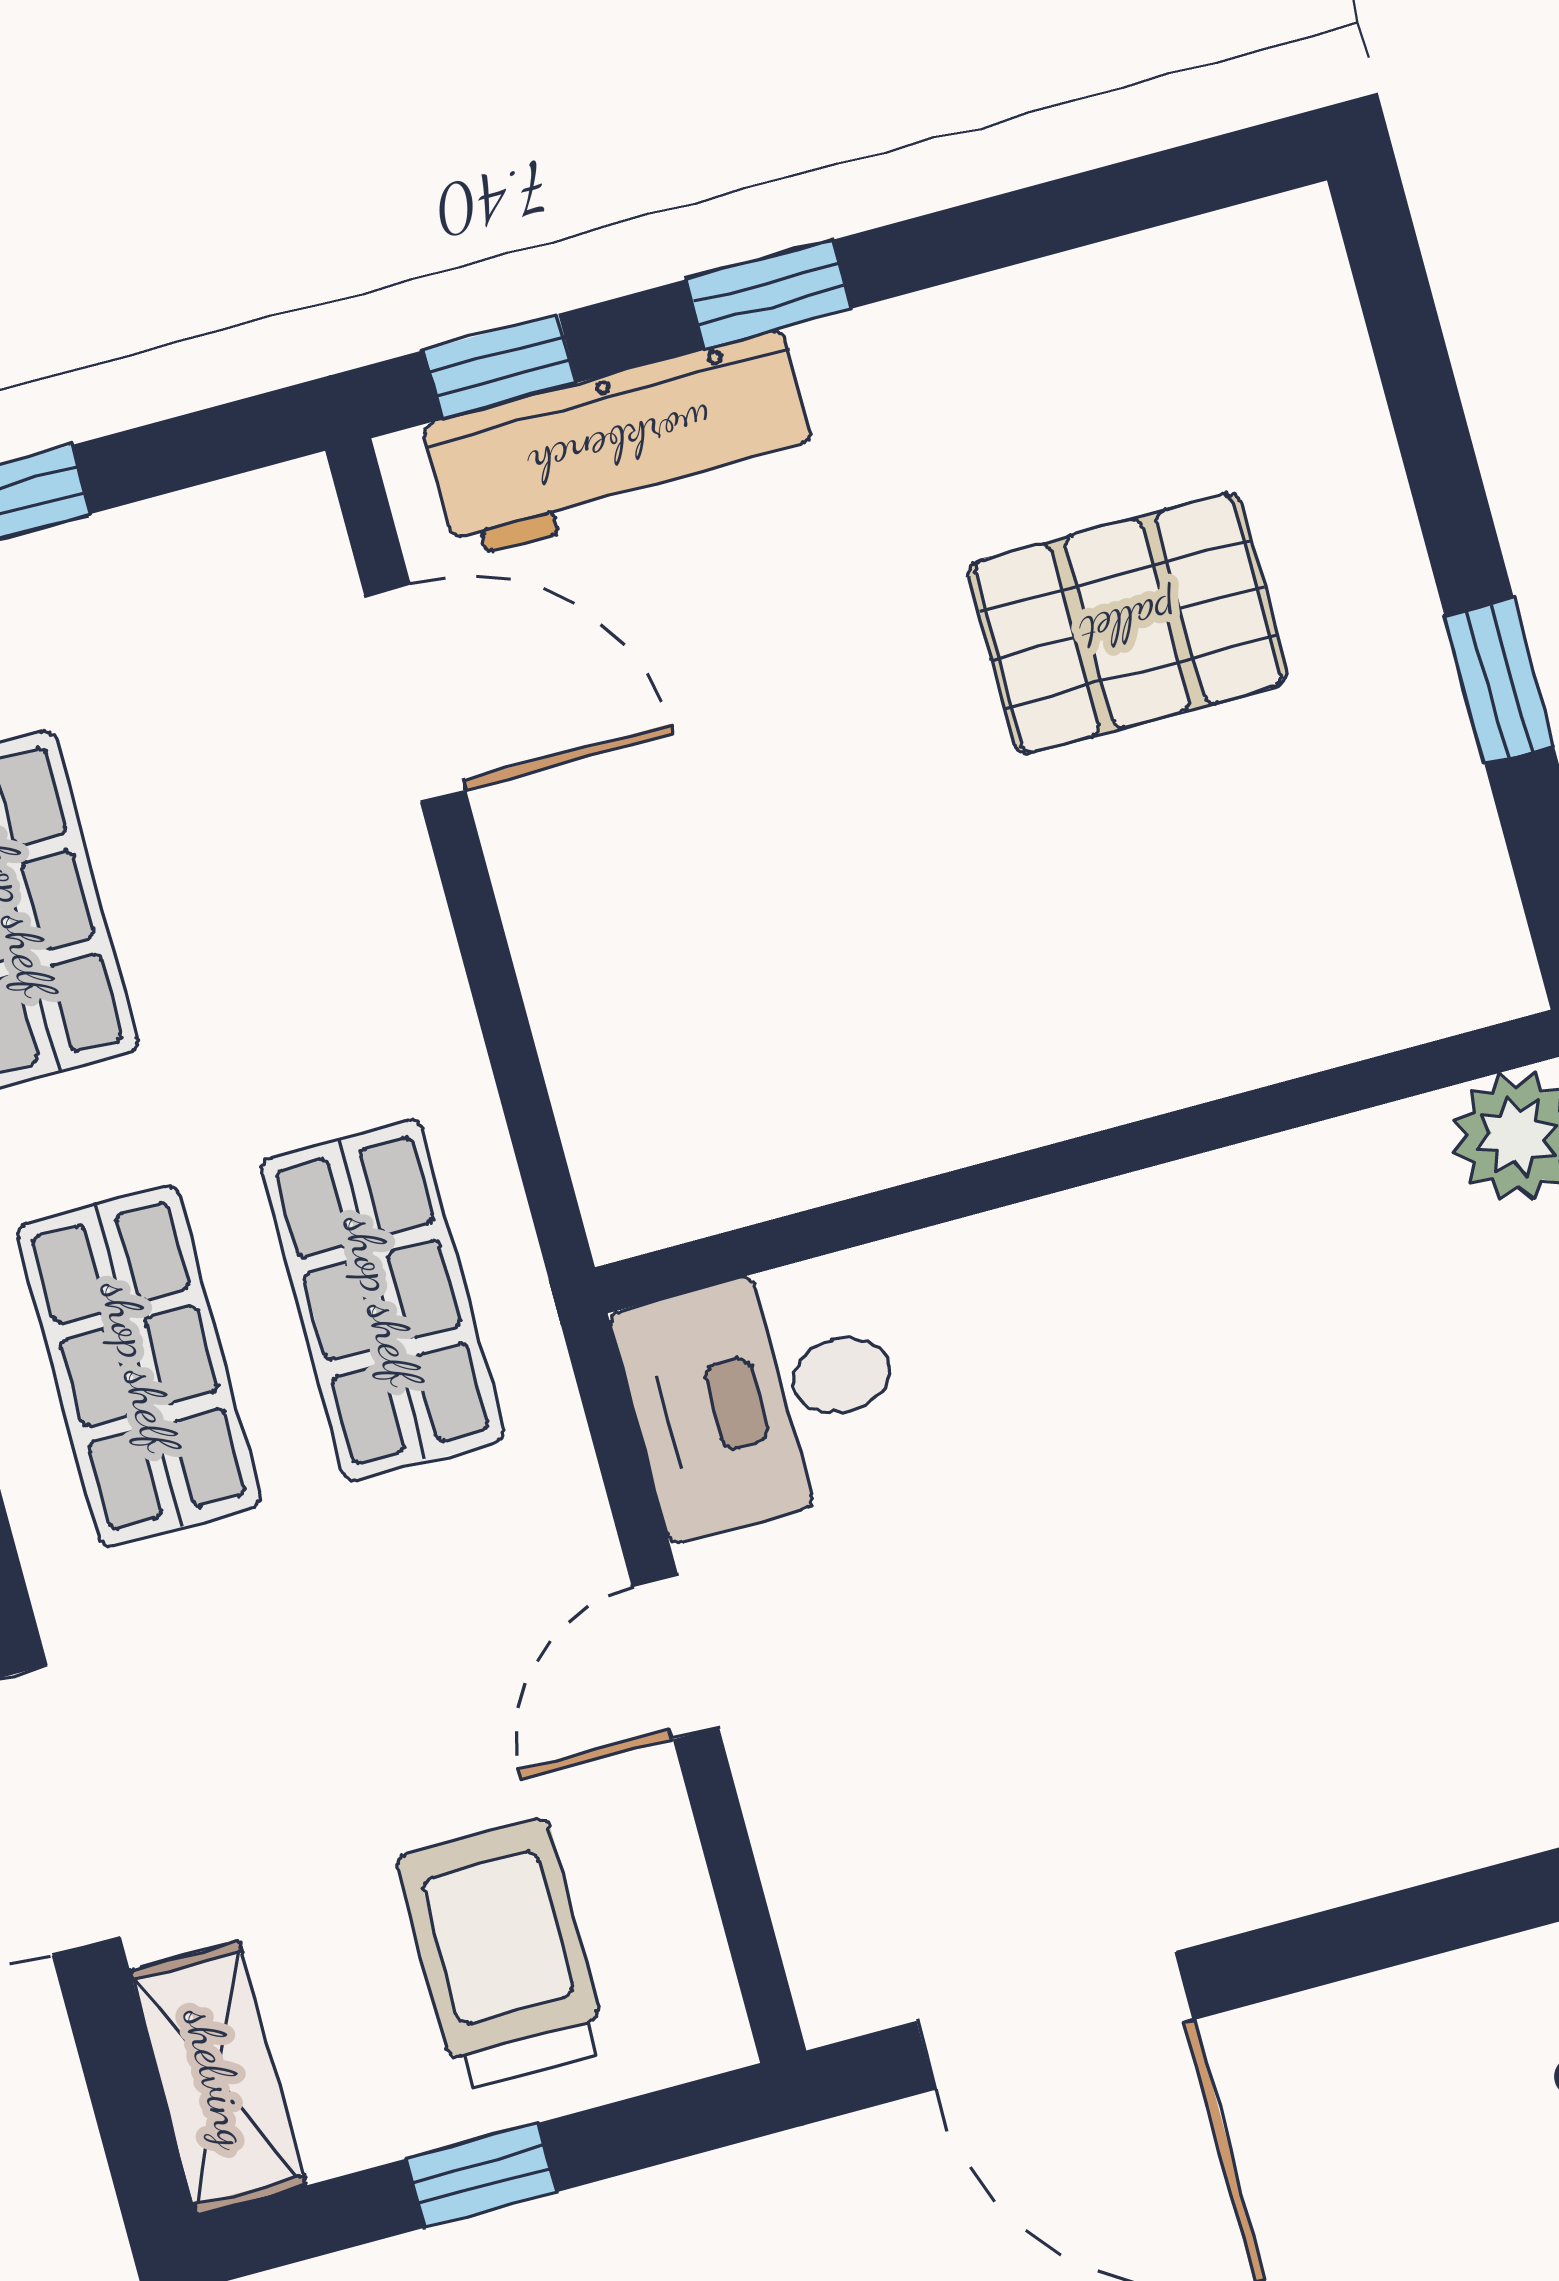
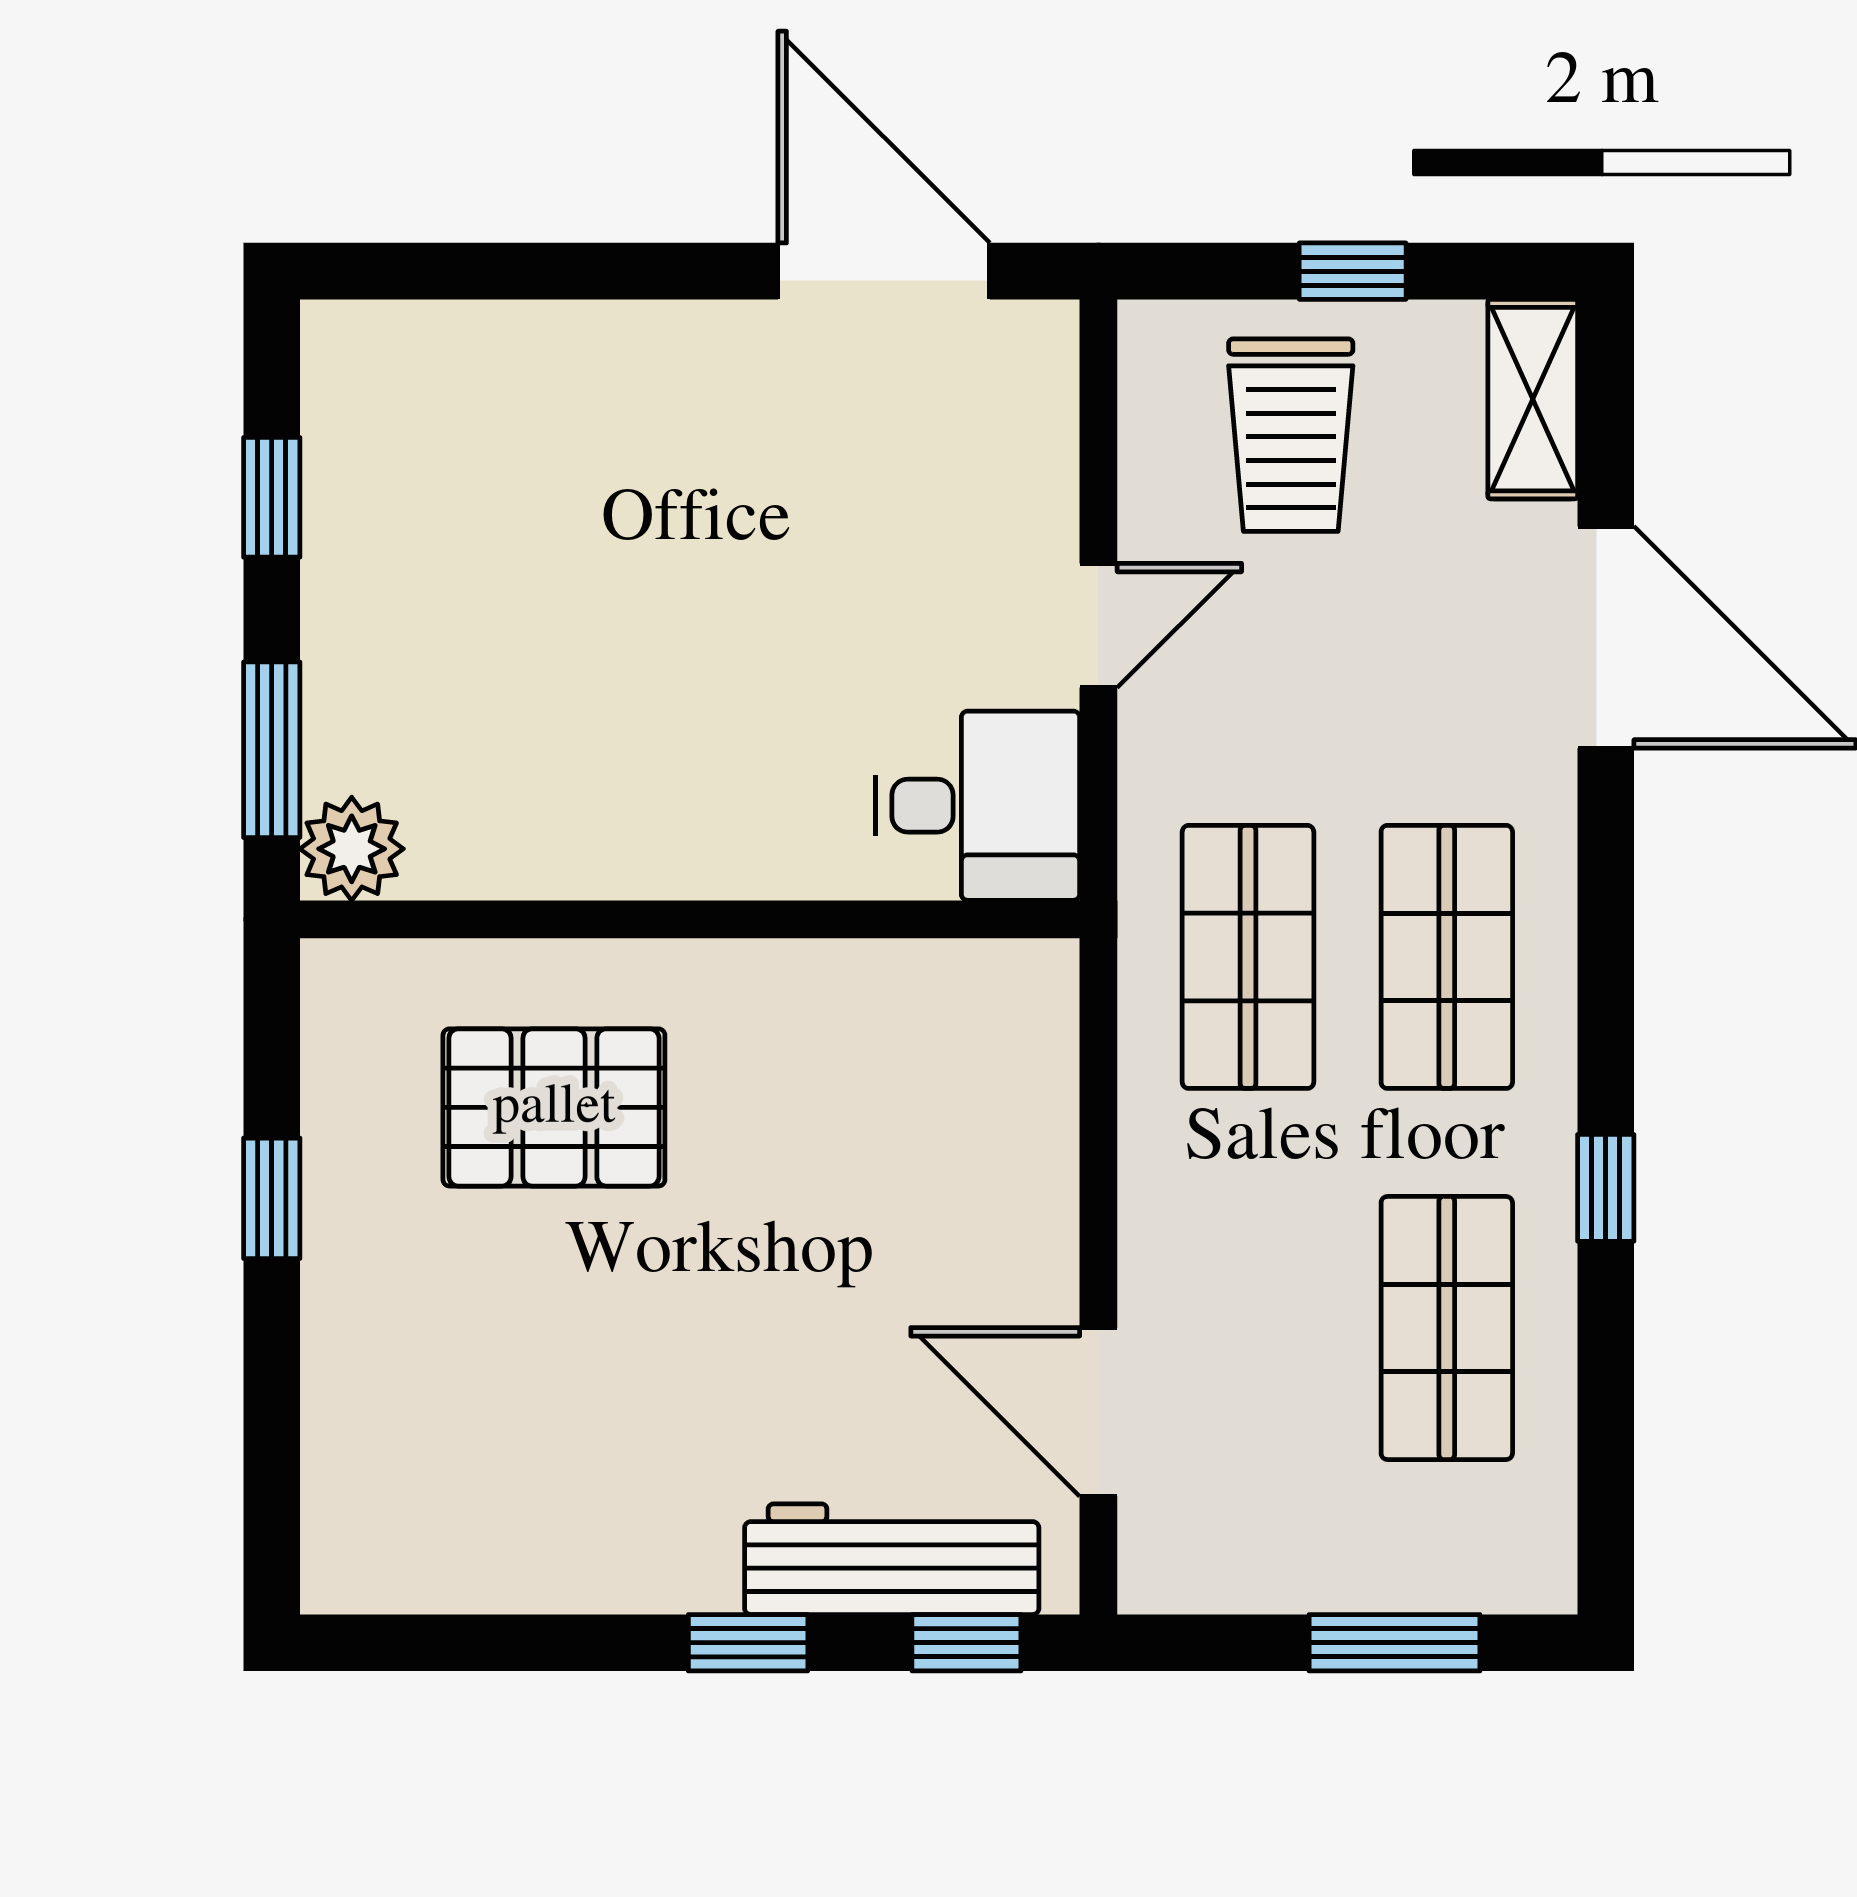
pallet: (1128, 623) -> (554, 1107), moved

